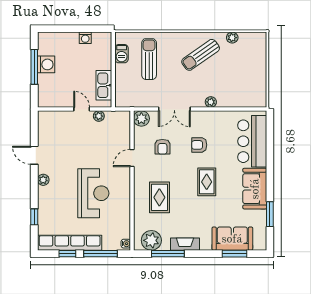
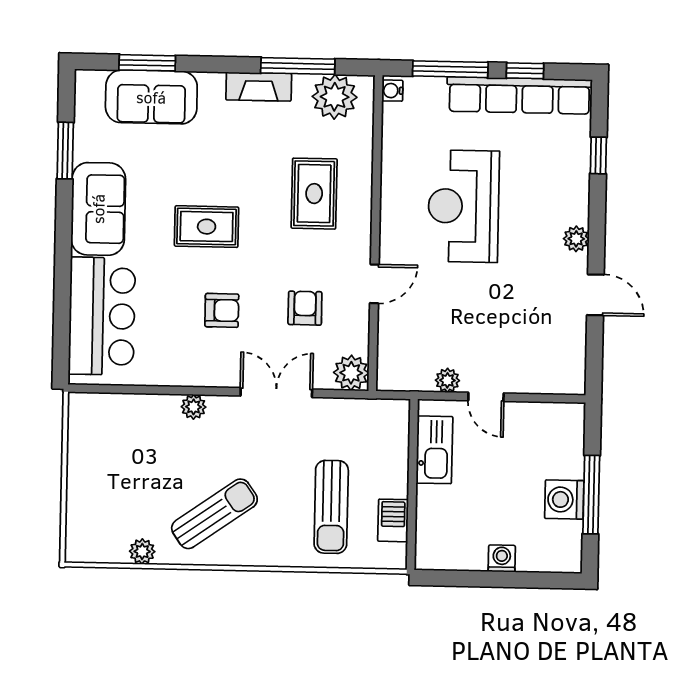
washing machine: (85, 38) -> (502, 559), moved
rug: (207, 182) -> (207, 227), turned 90

